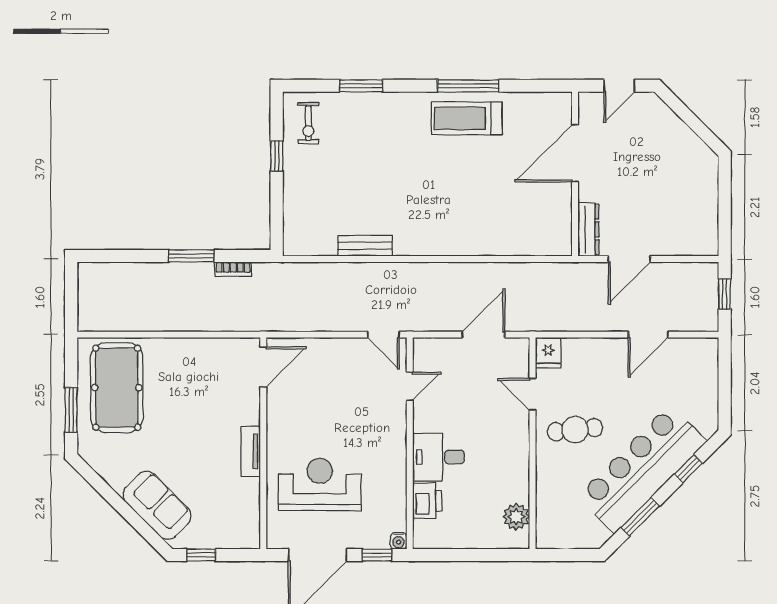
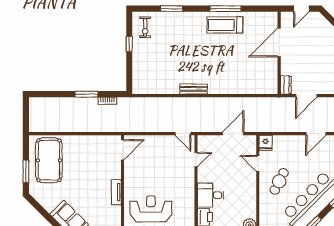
dresser: (588, 229) -> (286, 85), width x0.70
bench: (365, 246) -> (194, 89), moved
cafe table: (575, 430) -> (279, 181), turned -57

